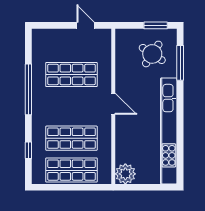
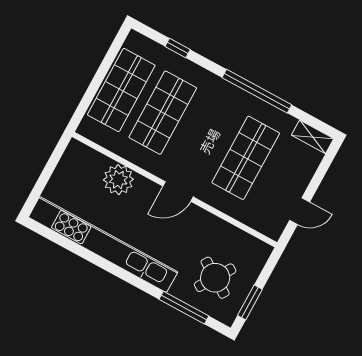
shelving: (38, 42) -> (313, 137), added
plant: (125, 174) -> (118, 180), moved

